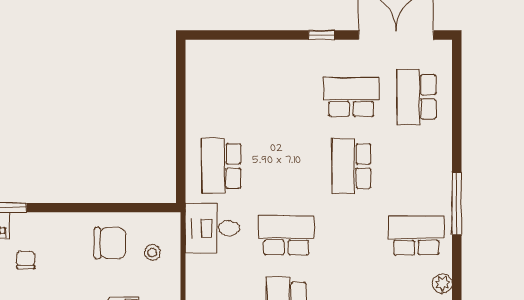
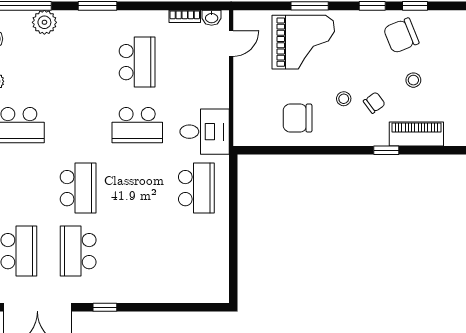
school desk: (351, 97) -> (78, 251), turned 90
stool: (152, 253) -> (344, 99), moved
chair: (26, 260) -> (374, 103), turned -126

